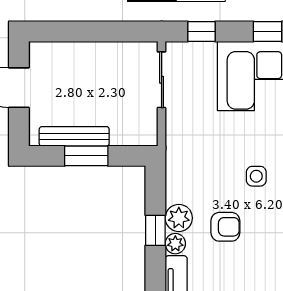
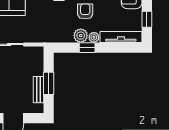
bench: (74, 136) -> (38, 90), width x0.73

